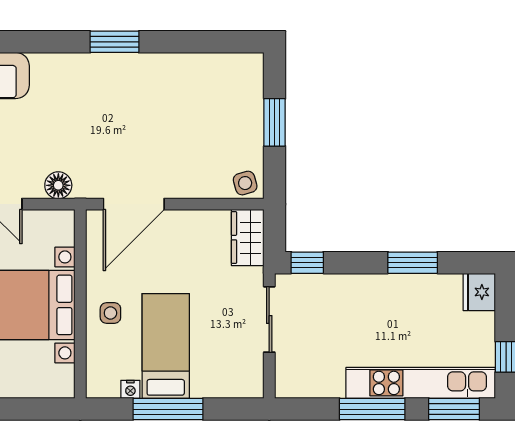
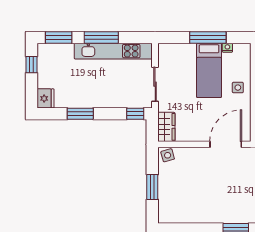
kitchen unit: (421, 383) -> (113, 51), moved

